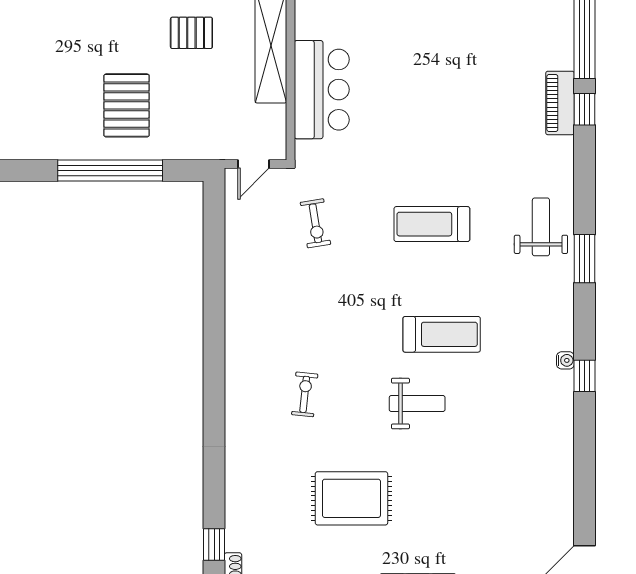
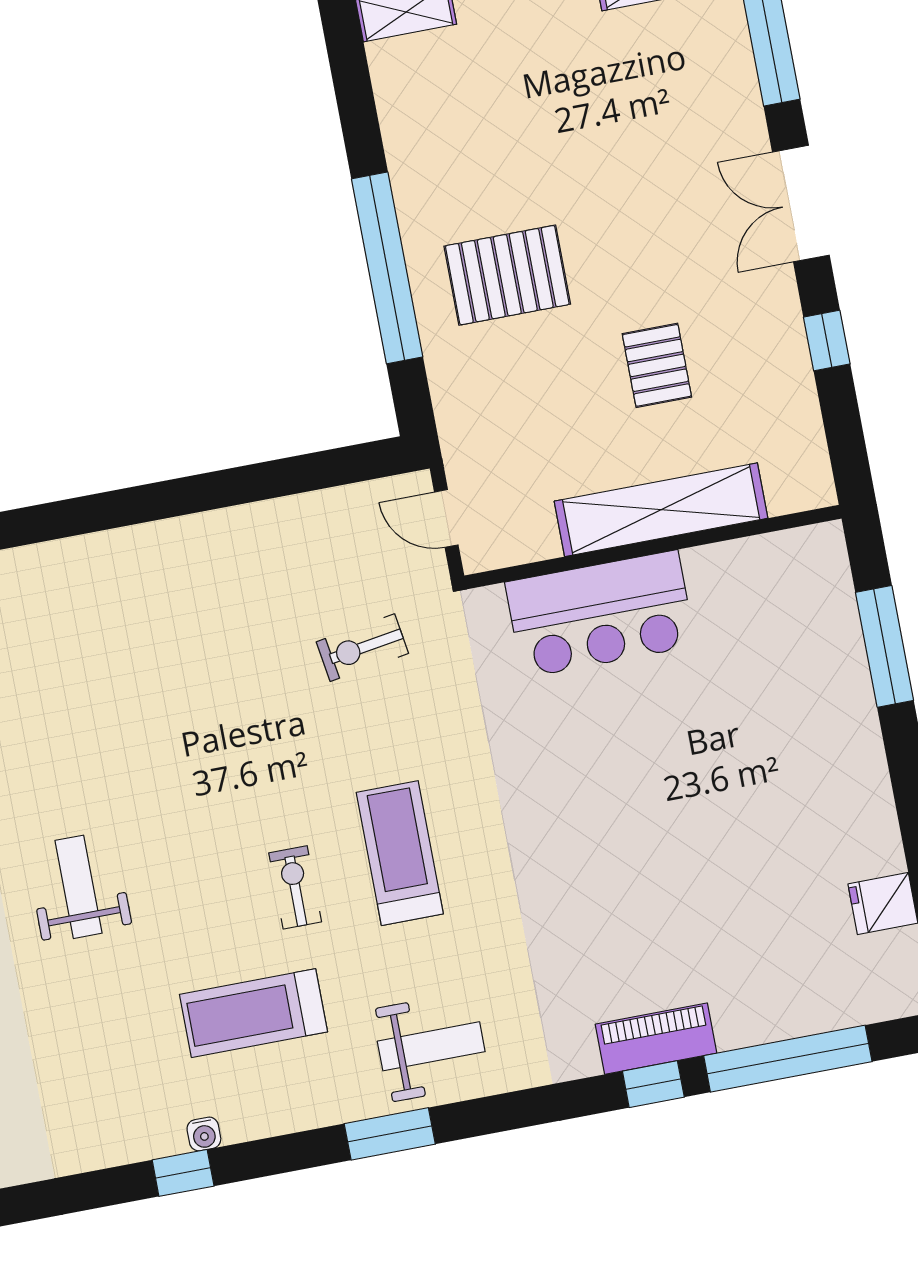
treadmill: (442, 334) -> (253, 1013), moved, turned 90
exercise bike: (305, 394) -> (295, 887), moved, turned -96
weight bench: (417, 404) -> (79, 887), turned 180

